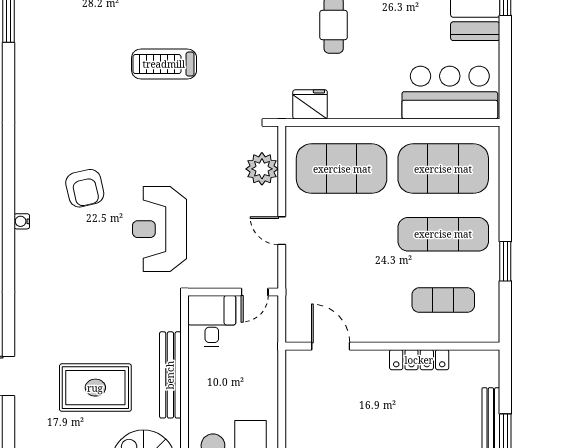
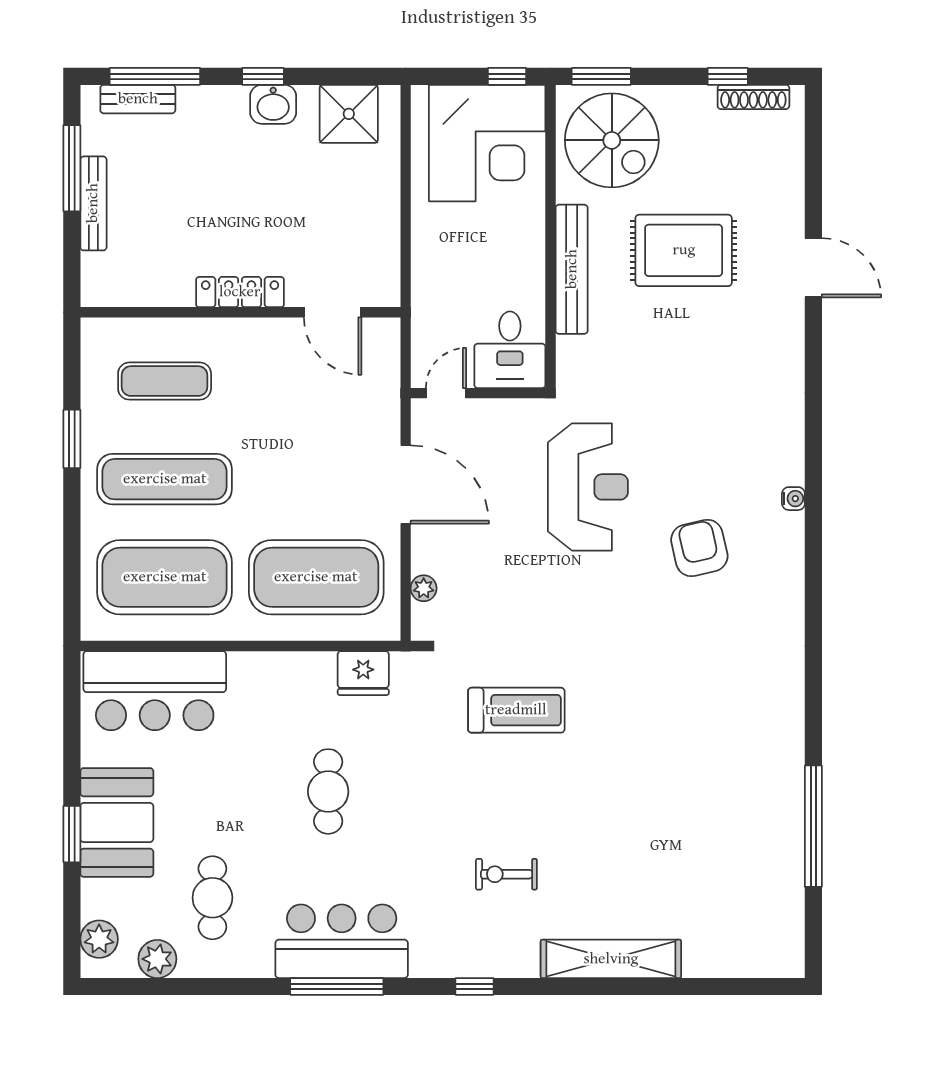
treadmill: (164, 64) -> (516, 710), moved
plant: (262, 169) -> (424, 588), width x0.53, depth x0.53
door: (282, 231) -> (406, 485), width x1.87
locker: (419, 360) -> (240, 292), moved

